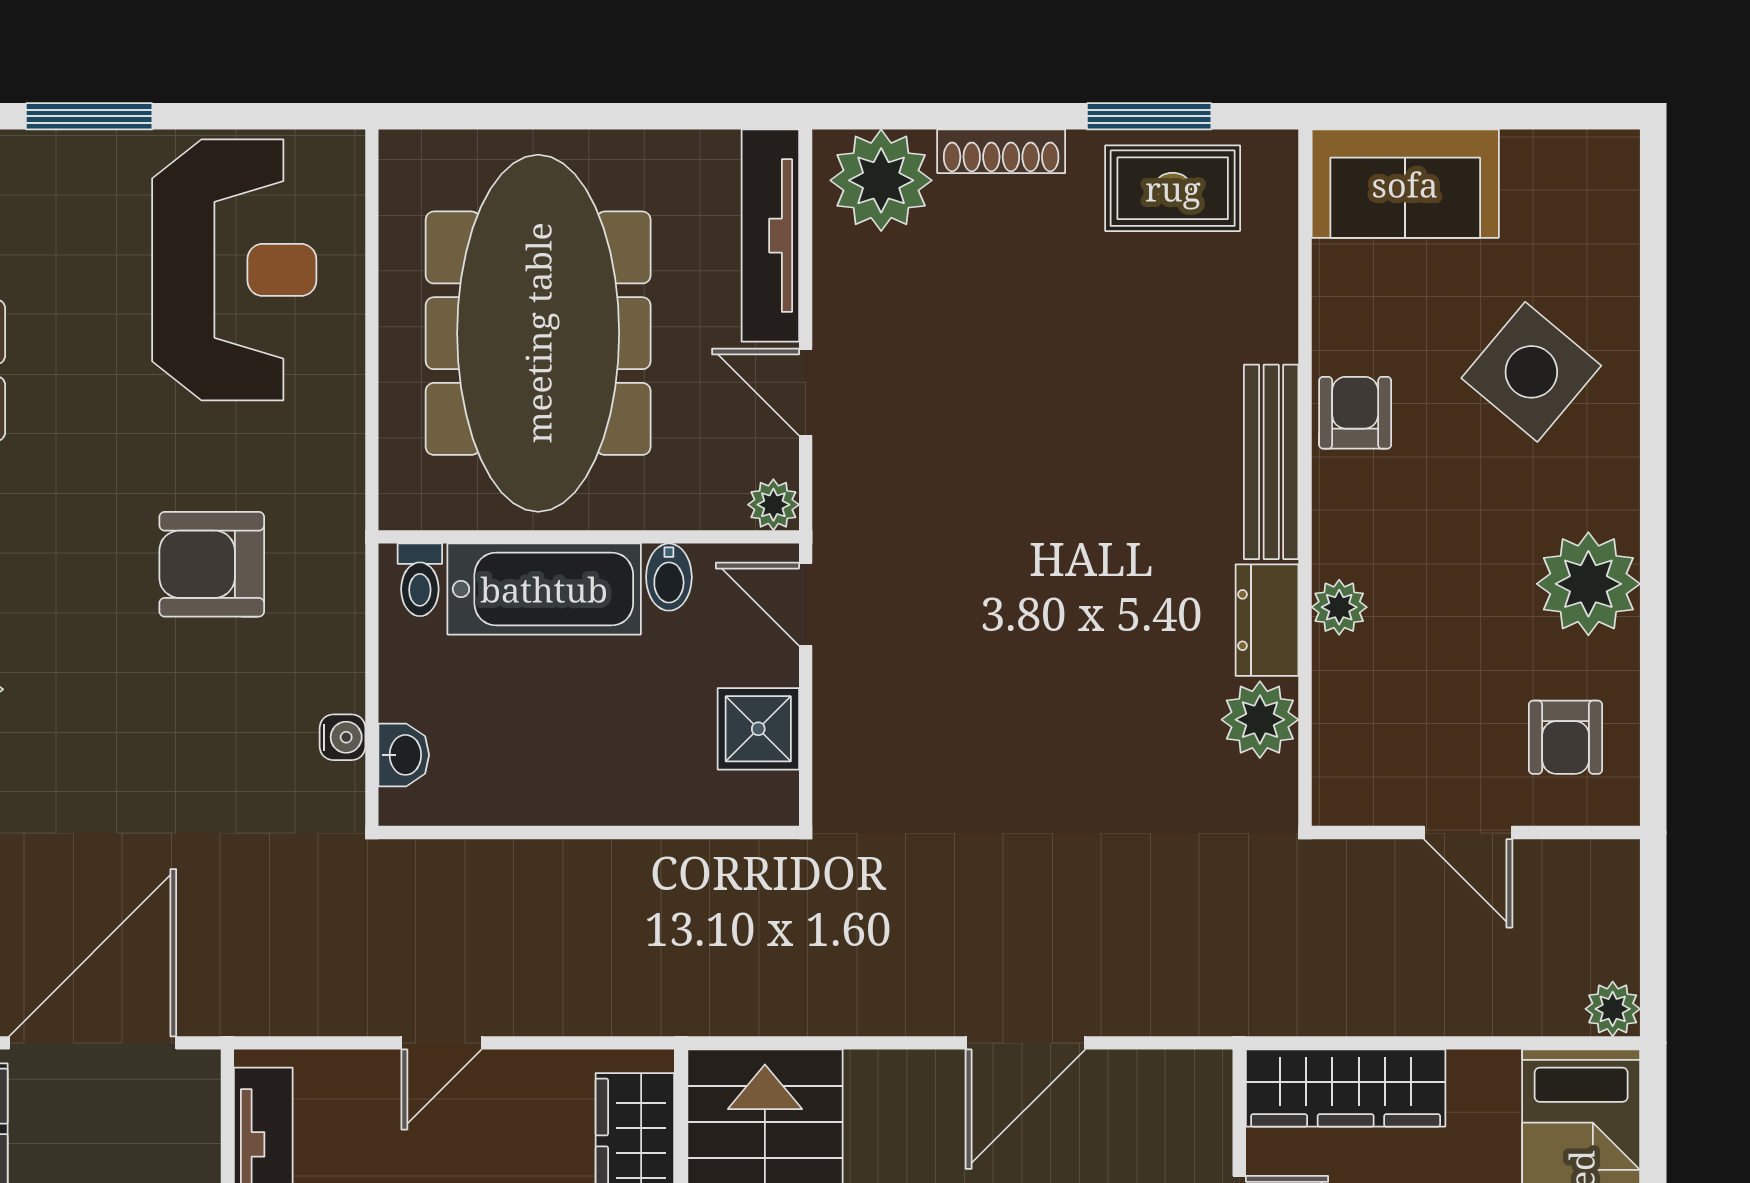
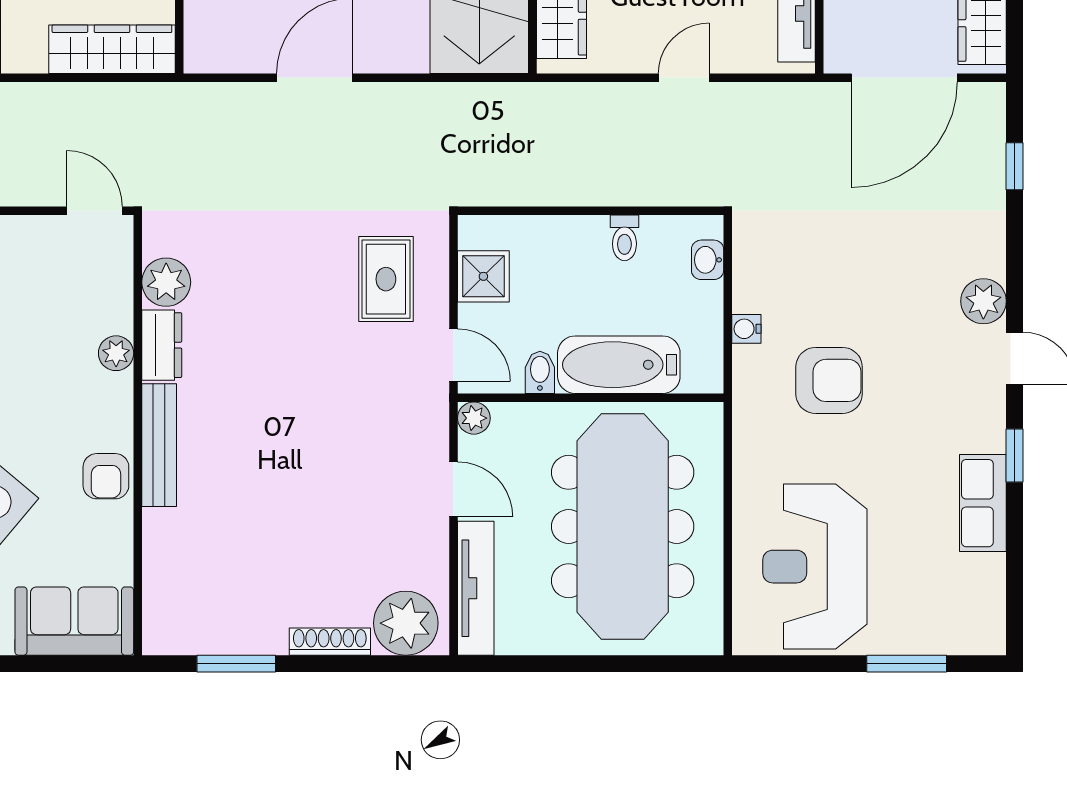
rug: (1173, 188) -> (386, 279), moved, turned 90
toilet: (420, 580) -> (624, 238), moved, turned 180
water cooler: (342, 737) -> (746, 329), moved
door: (1468, 833) -> (94, 211), moved

